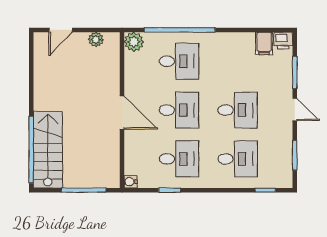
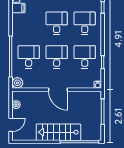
door: (61, 30) -> (11, 125), hinge flipped
door: (122, 113) -> (58, 90), swing flipped
stairs: (48, 150) -> (58, 132), moved

